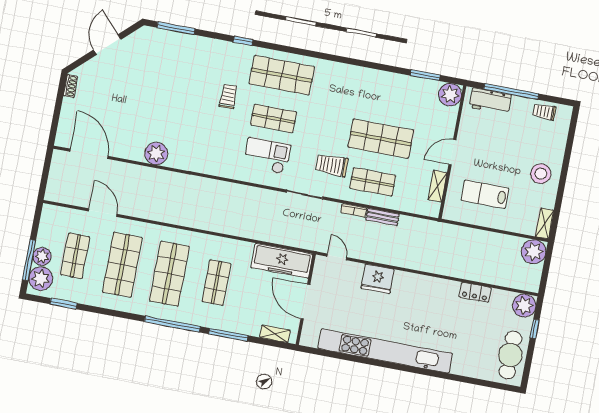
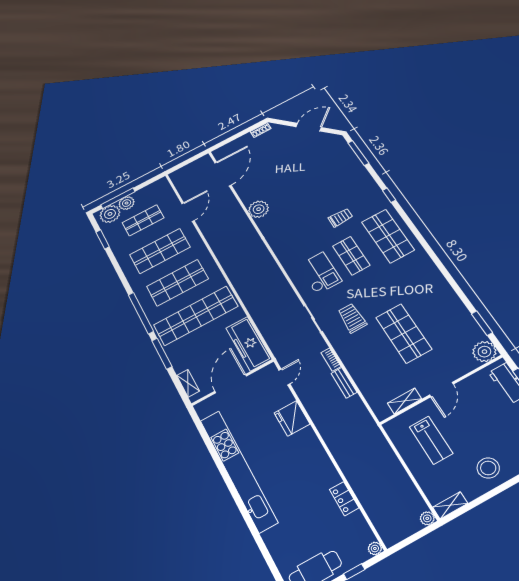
door: (452, 152) -> (441, 390), swing flipped
shop shelf: (373, 182) -> (365, 354), removed
lab bench: (485, 194) -> (431, 440), turned 180
plant: (534, 252) -> (427, 518), width x0.53, depth x0.53
shop shelf: (216, 283) -> (196, 316), width x2.00, depth x1.36
plant: (524, 306) -> (375, 548), width x0.53, depth x0.53

